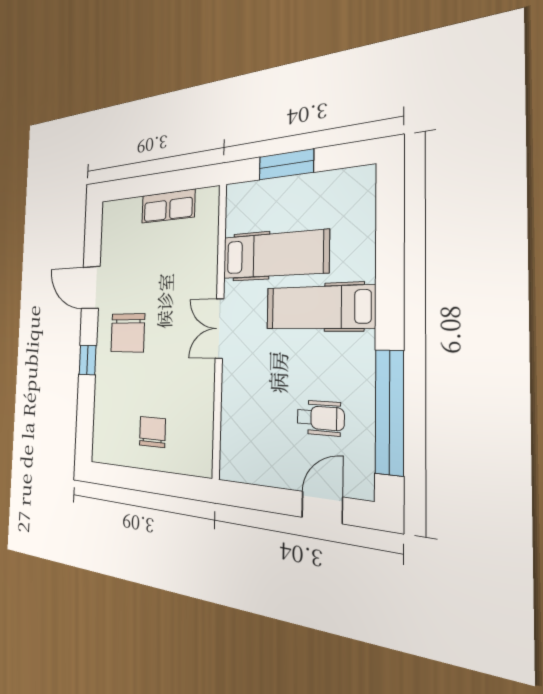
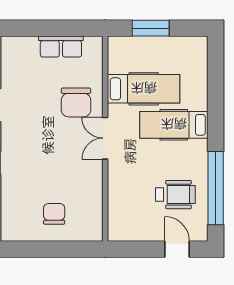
chair: (128, 333) -> (76, 102), moved
wheelchair: (320, 418) -> (175, 195), width x1.36, depth x1.37
door: (322, 507) -> (177, 249), hinge flipped

